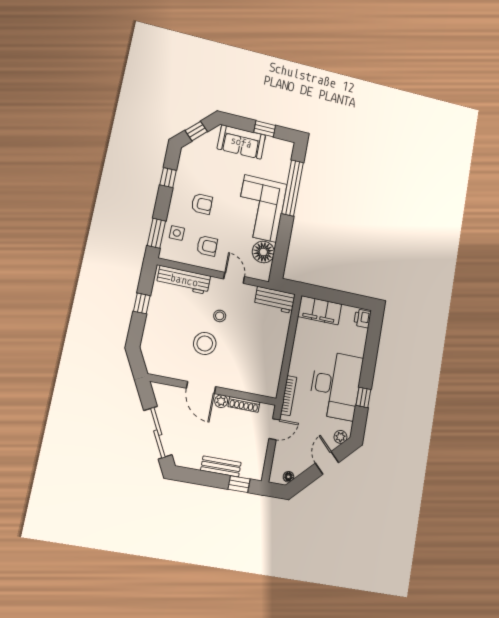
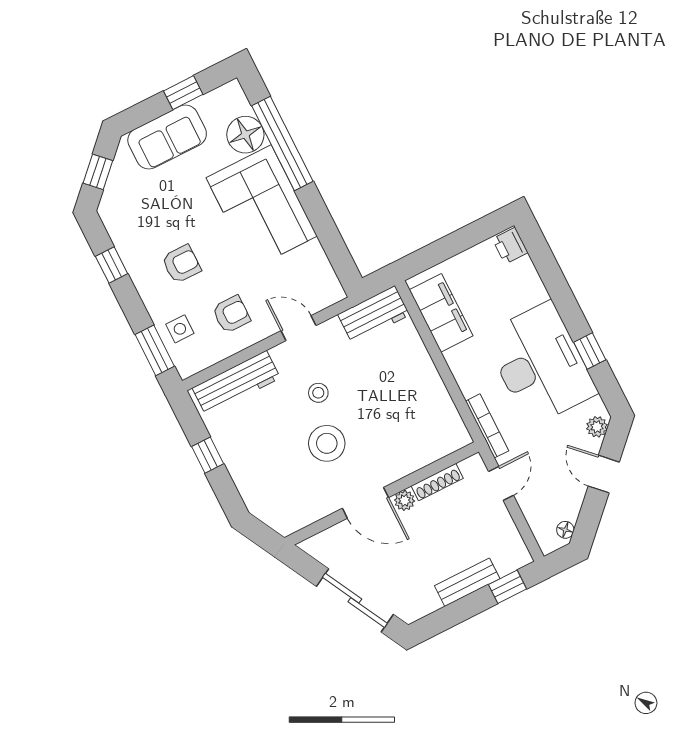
floor lamp: (263, 252) -> (245, 135), moved
filing cabinet: (320, 310) -> (441, 313), moved, turned -90

